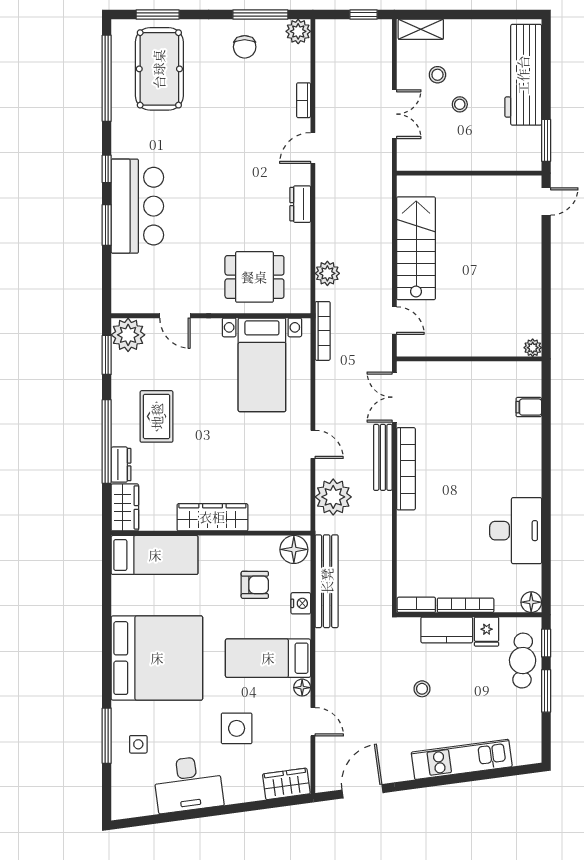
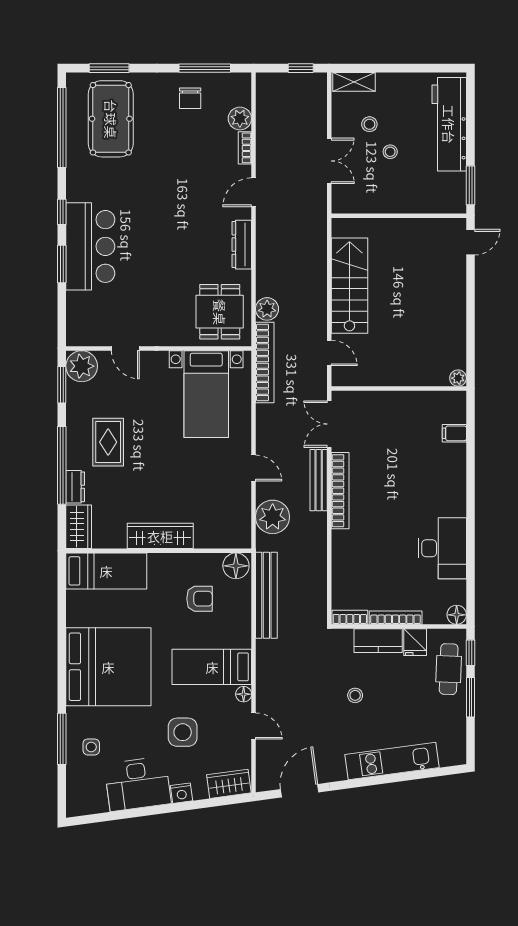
plant: (298, 31) -> (240, 119), moved
dresser: (300, 204) -> (242, 245), width x1.44
dining table: (254, 277) -> (220, 312), moved, turned 90
bookcase: (323, 331) -> (265, 362), width x1.48, depth x1.31
nightstand: (301, 603) -> (182, 793), moved, turned 82

